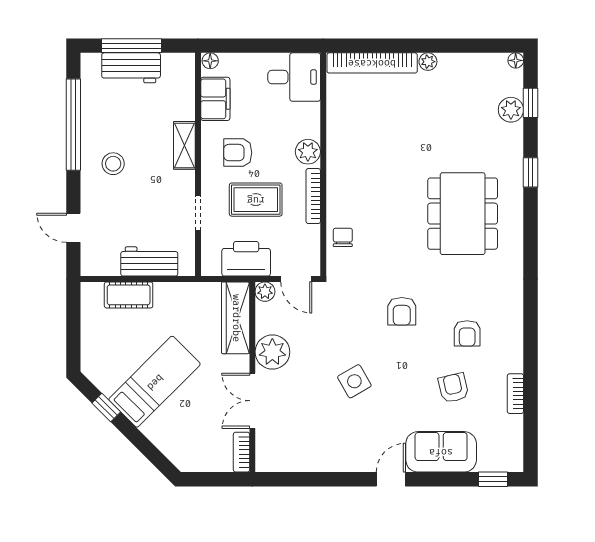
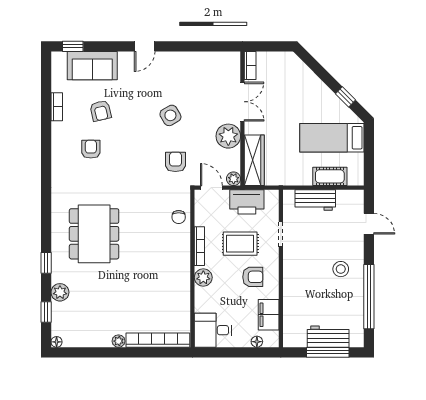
floor lamp: (210, 61) -> (257, 342), moved
plant: (511, 110) -> (60, 292), moved
shelving: (184, 145) -> (290, 282), removed
armchair: (402, 311) -> (175, 162), moved
bed: (155, 382) -> (332, 138), moved, turned 45
sofa: (441, 452) -> (92, 66), moved

